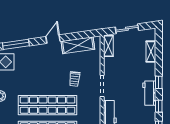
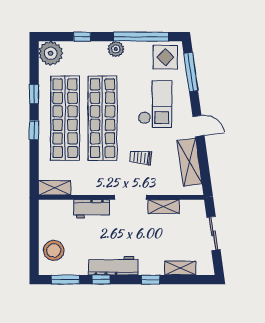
shelving: (108, 46) -> (164, 207), moved
checkout: (38, 69) -> (155, 104), added
window: (159, 82) -> (151, 280), moved
workbench: (149, 93) -> (113, 266), width x1.38

